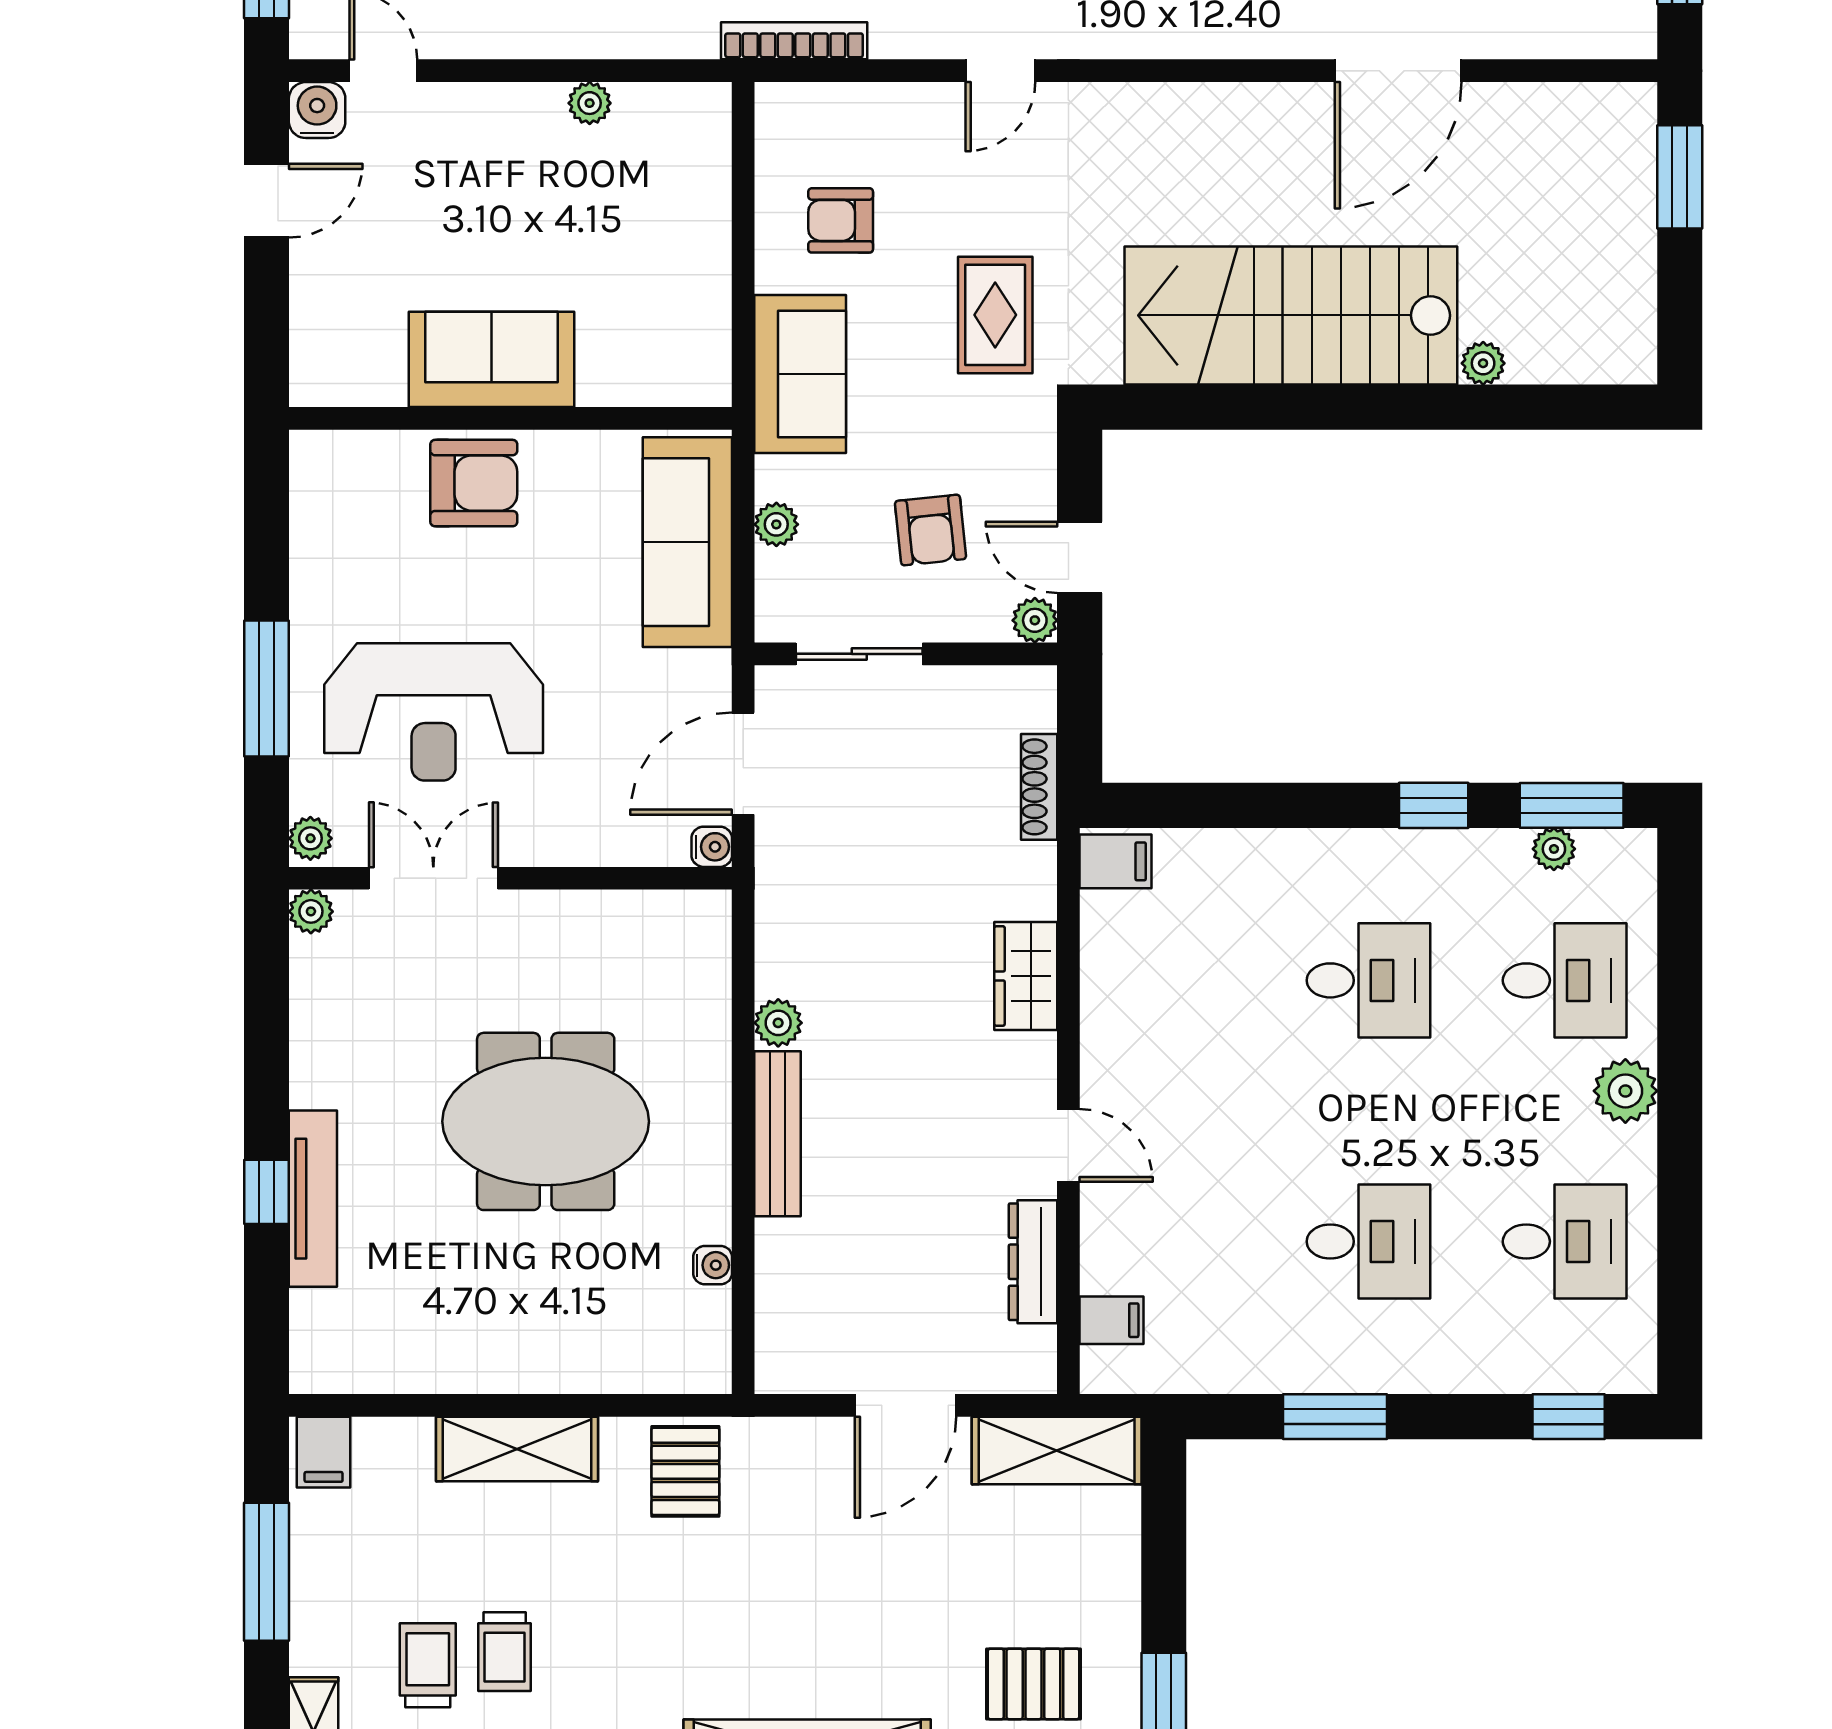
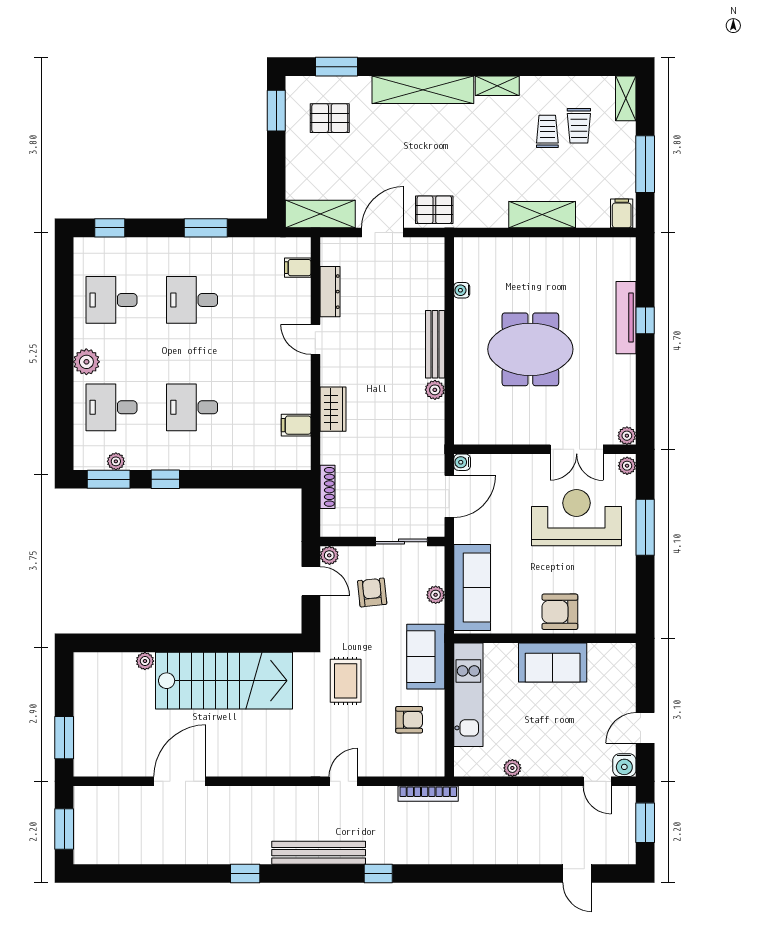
kitchen unit: (696, 281) -> (468, 695), added
filing cabinet: (1116, 861) -> (296, 425), moved
pallet: (685, 1471) -> (434, 210), moved, turned 90

